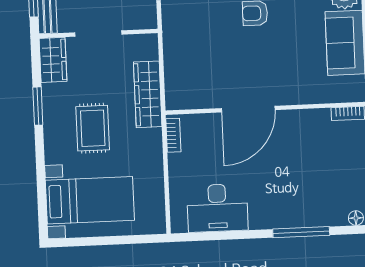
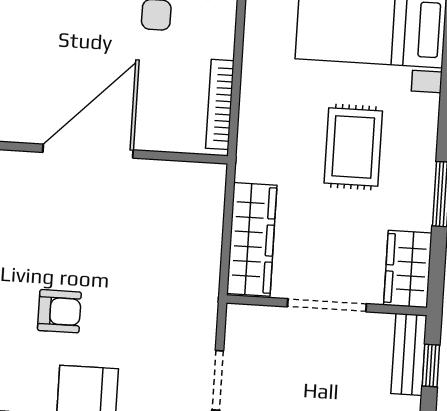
wardrobe: (148, 94) -> (252, 239), moved
bookcase: (173, 135) -> (220, 104), width x1.56

